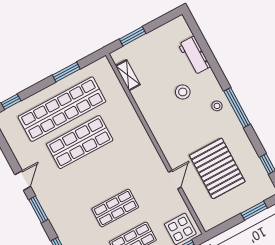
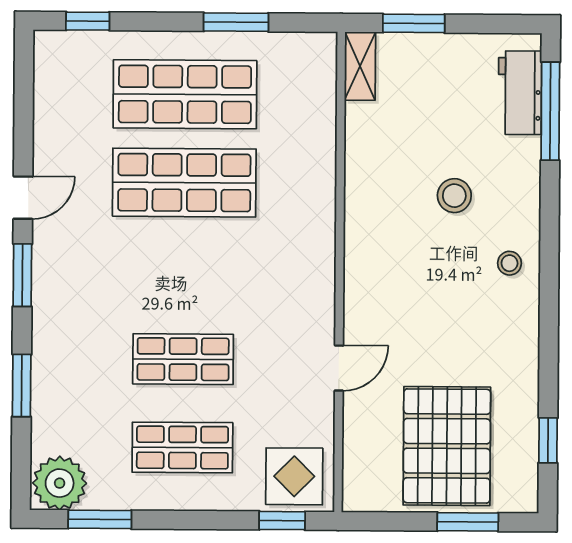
workbench: (194, 55) -> (520, 93), moved
shelving: (128, 75) -> (360, 66), moved
window: (237, 108) -> (550, 111), moved
shop shelf: (62, 109) -> (185, 94), width x0.71
pallet: (217, 168) -> (447, 446), moved

